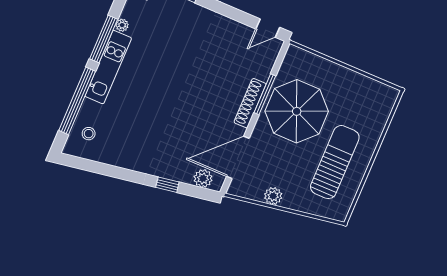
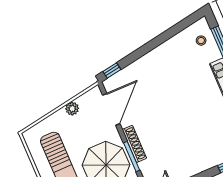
plant: (203, 178) -> (118, 80), removed
window: (167, 185) -> (112, 70), moved

